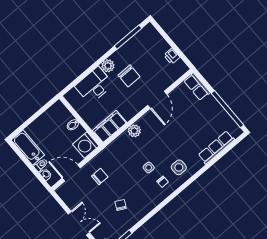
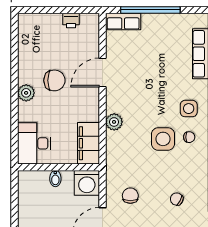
window: (128, 37) -> (15, 48), removed
desk: (94, 85) -> (34, 143), moved
door: (157, 100) -> (102, 72), swing flipped
window: (227, 109) -> (150, 10), moved
side table: (149, 167) -> (163, 139), width x1.87, depth x1.87

